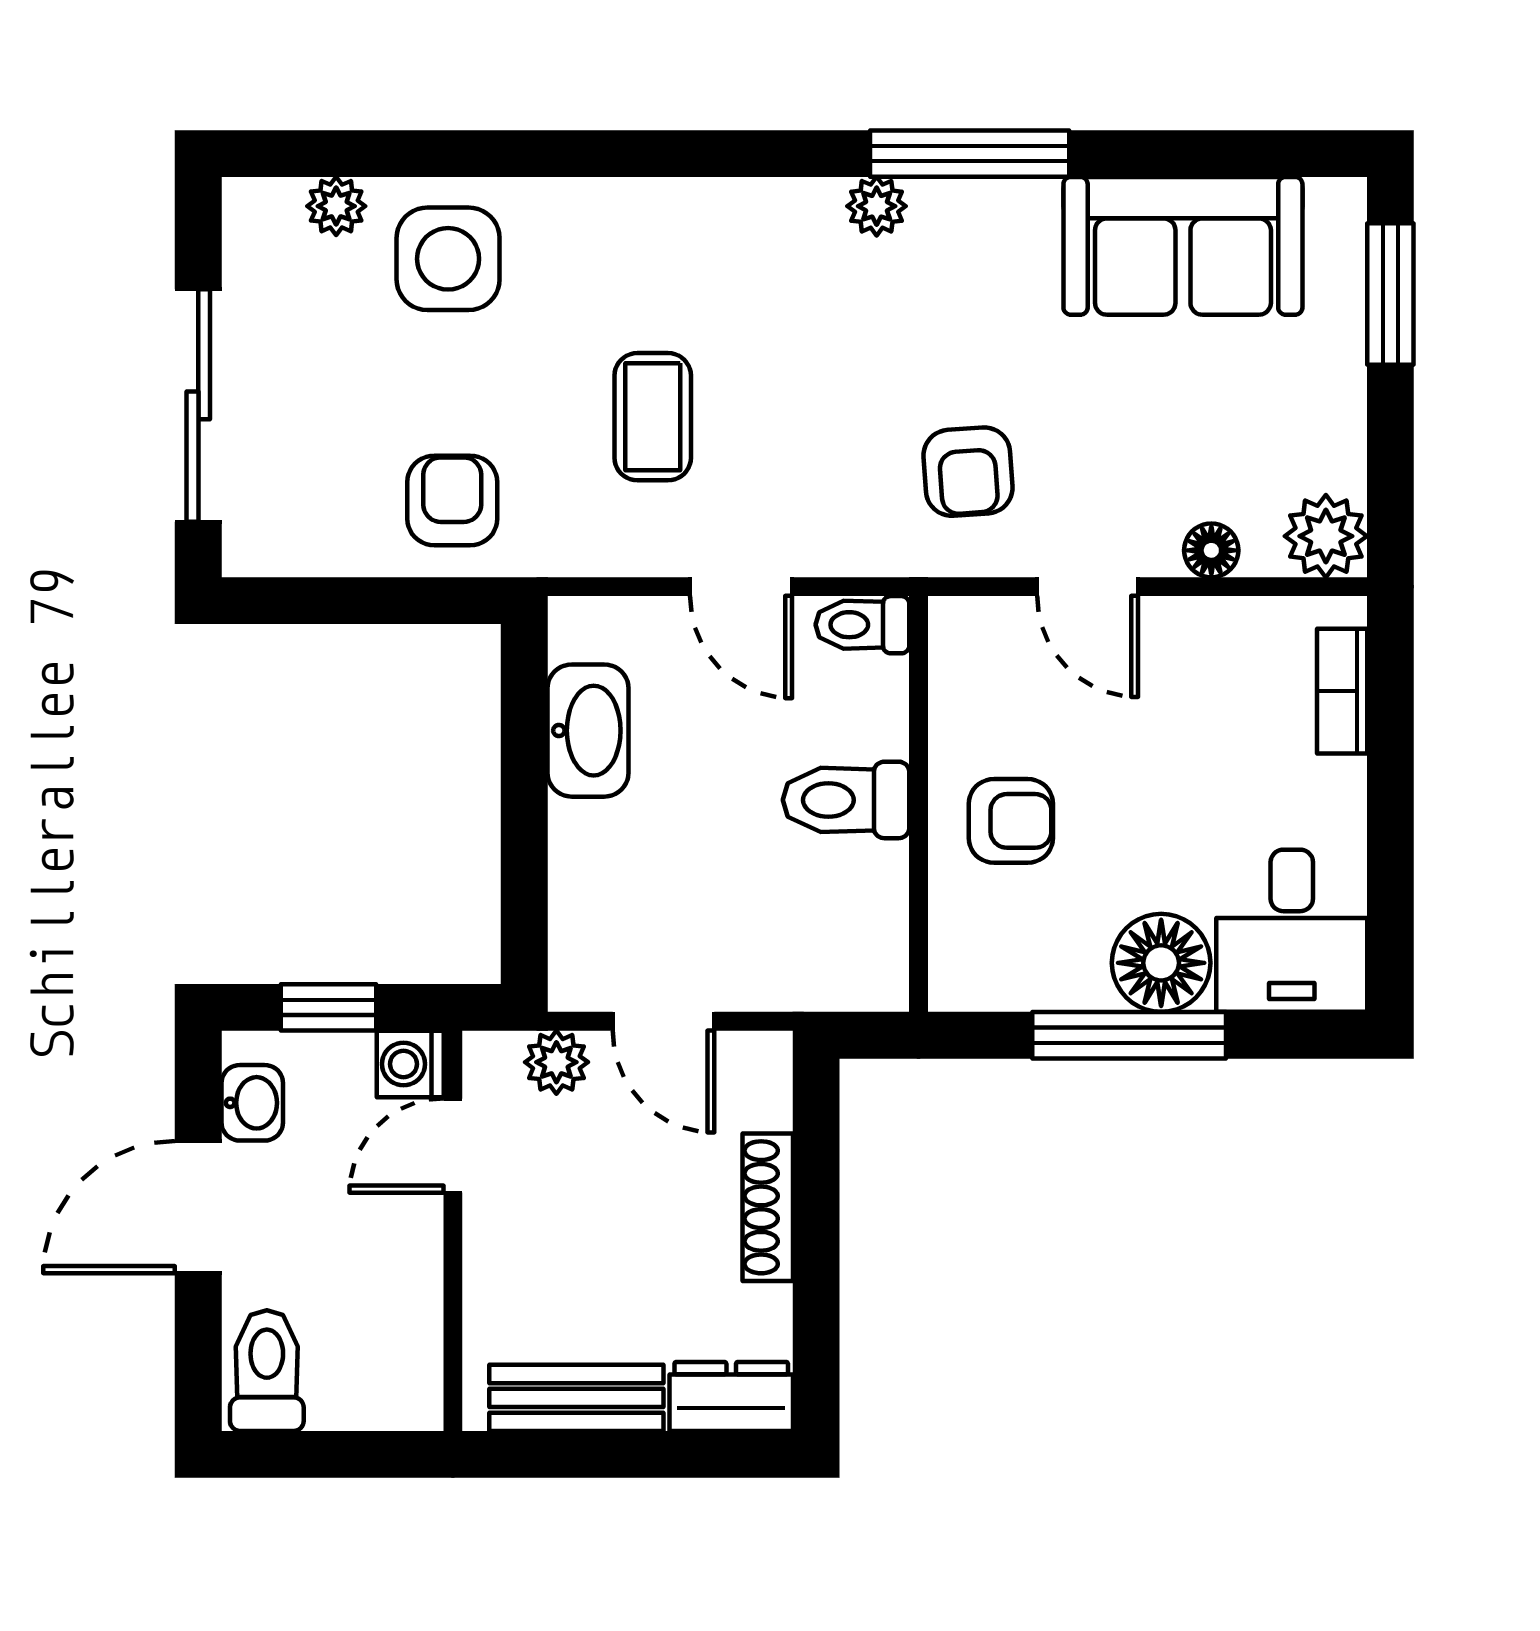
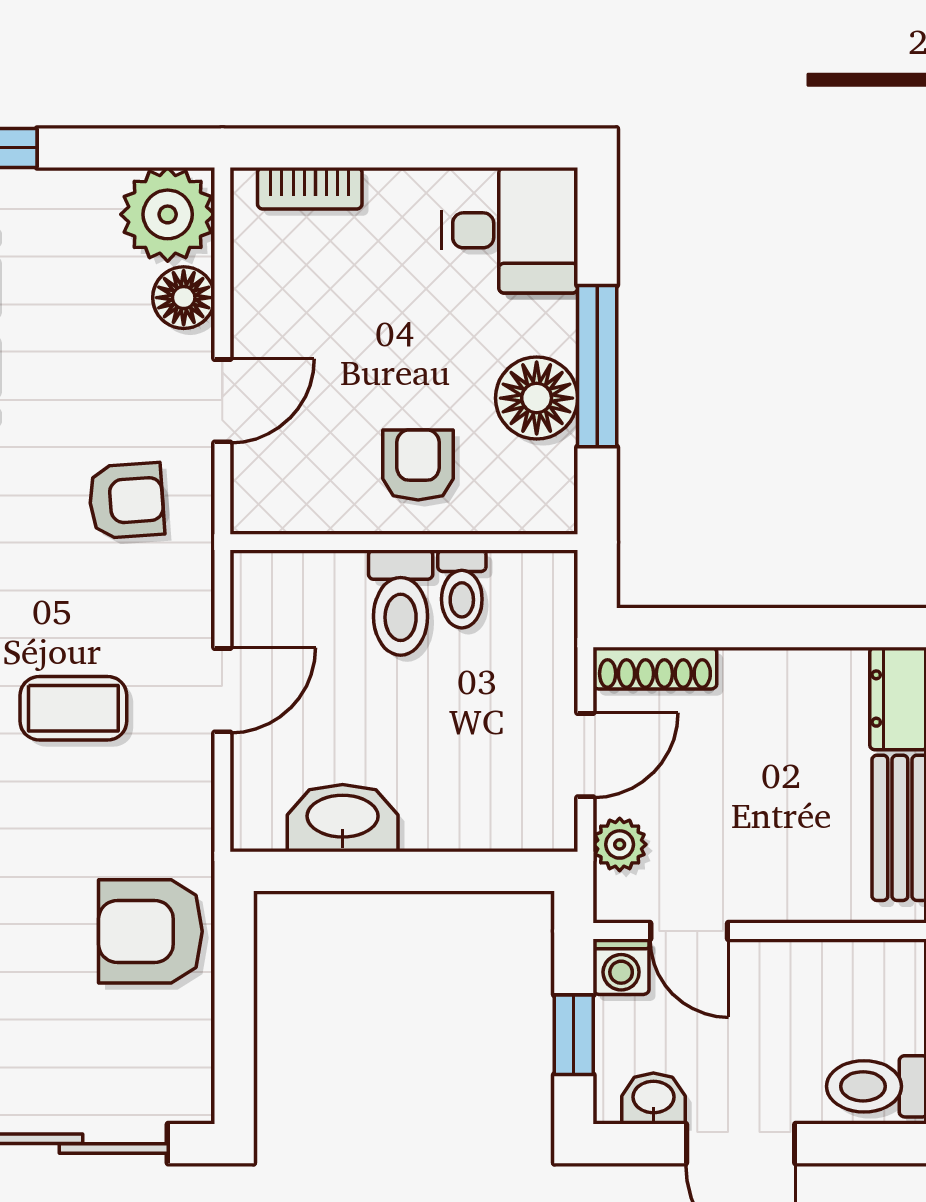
coffee table: (653, 417) -> (73, 708), moved
armchair: (452, 500) -> (150, 931), width x1.38, depth x1.38
plant: (1326, 536) -> (168, 214), width x1.36, depth x1.36
floor lamp: (1211, 550) -> (184, 298), width x1.37, depth x1.37
toilet: (862, 625) -> (462, 589), moved
floor lamp: (1161, 963) -> (537, 398), moved
shoe rack: (768, 1207) -> (655, 668), moved

